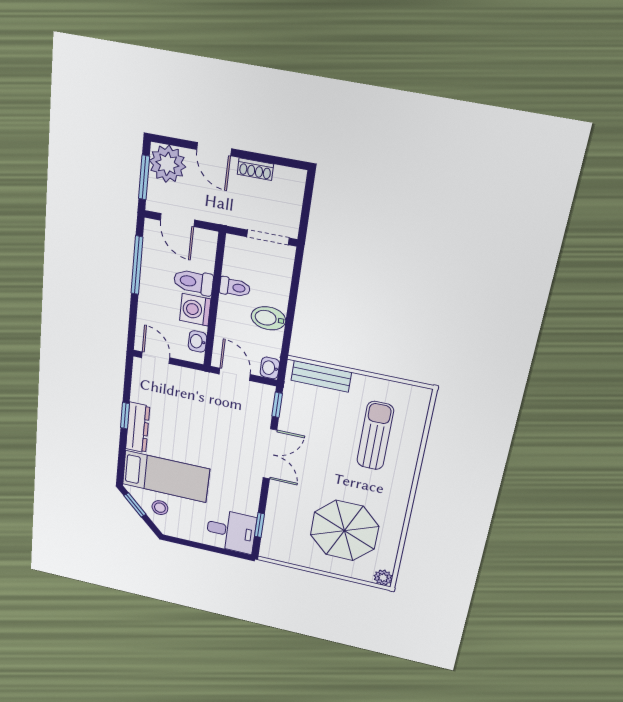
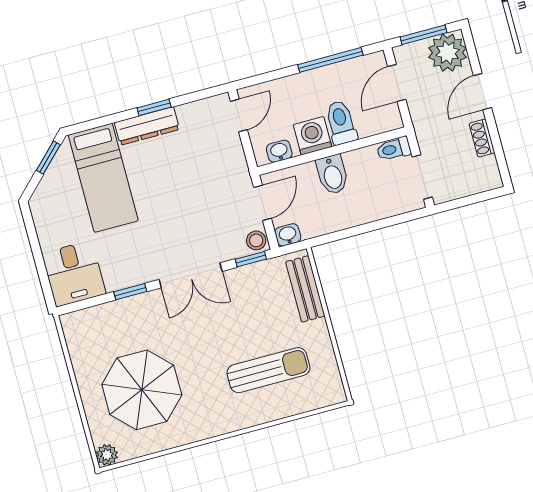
toilet: (235, 287) -> (394, 149), moved, turned 90
bidet: (268, 318) -> (332, 175), moved, turned 180
stool: (160, 508) -> (256, 240), moved
window: (259, 525) -> (130, 292), moved

